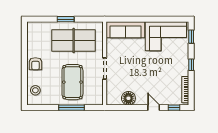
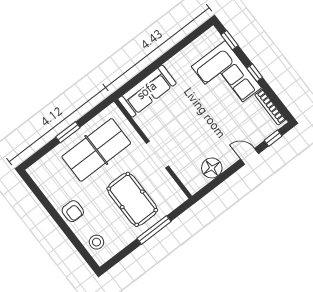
corner sofa: (166, 36) -> (226, 77), moved, turned 90

